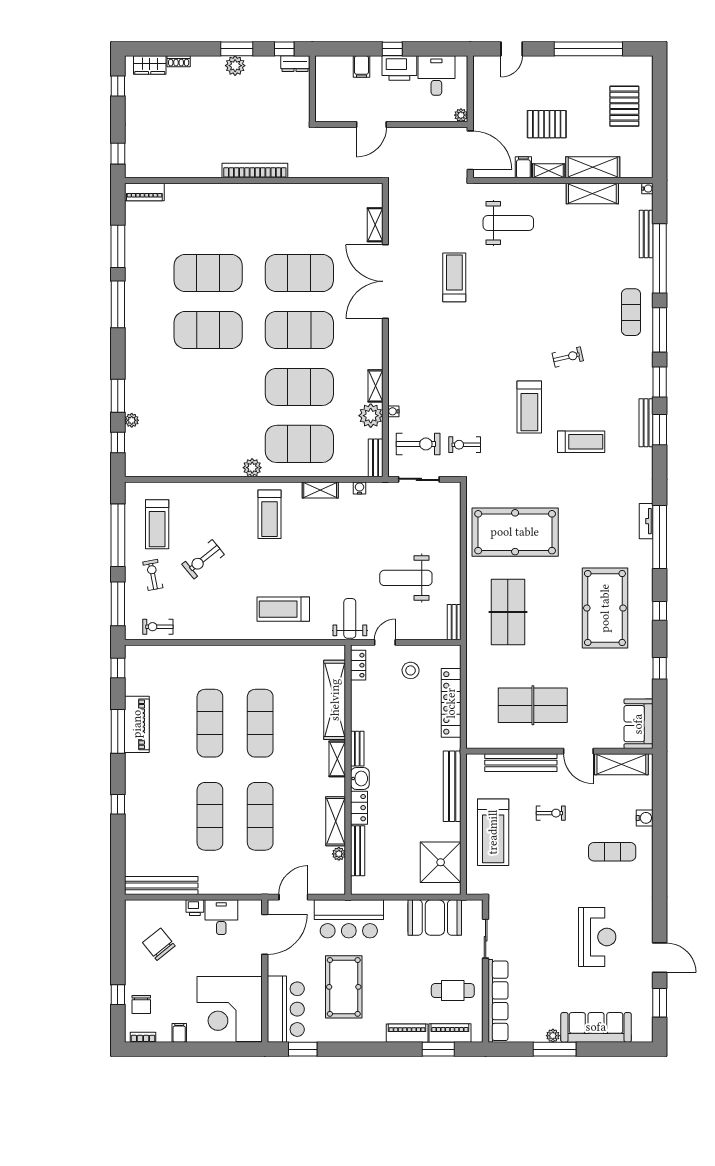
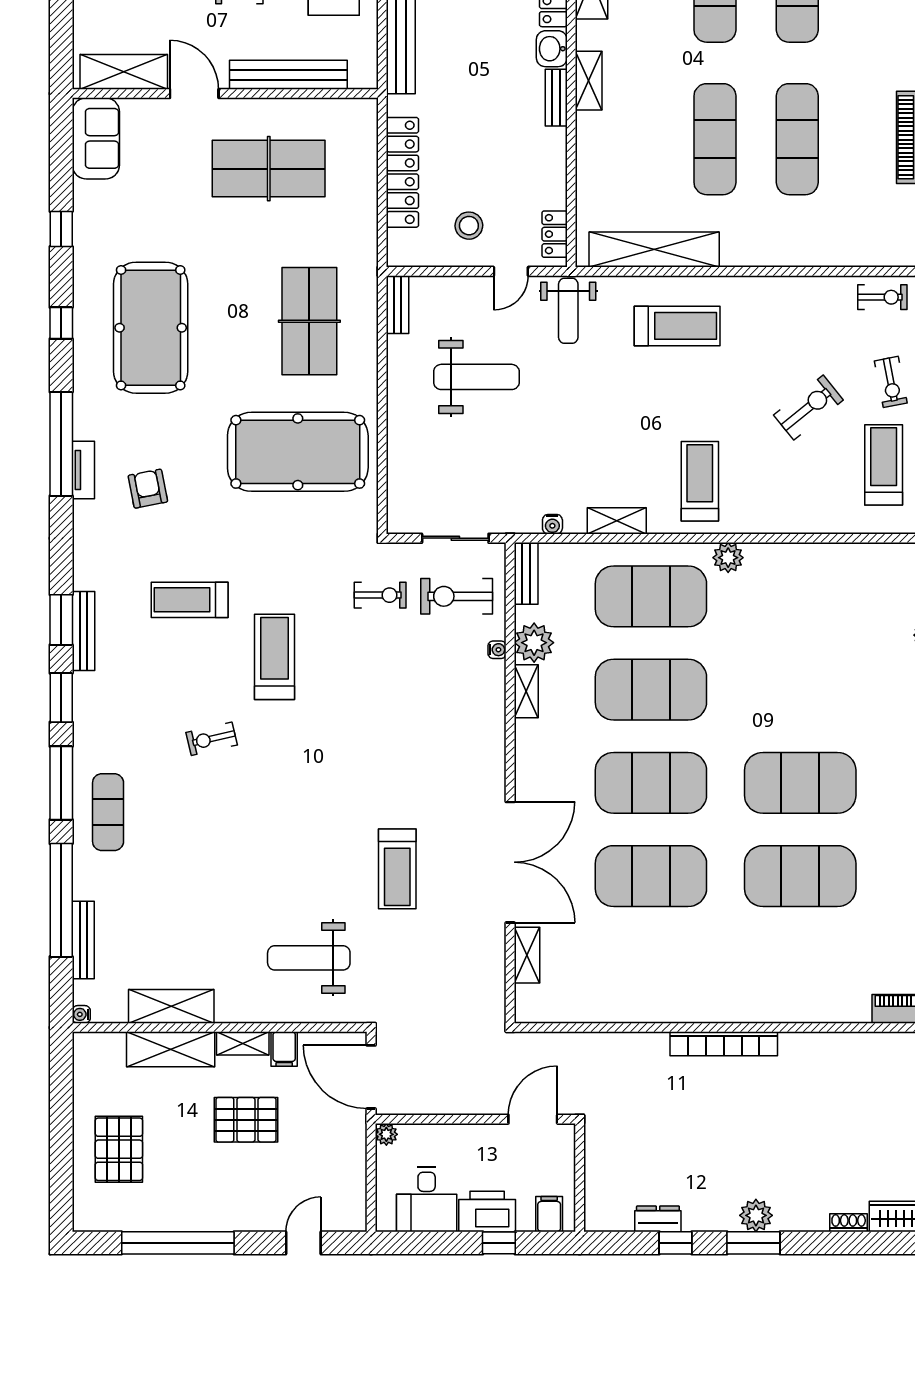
wall: (312, 89) -> (580, 1178), moved
armchair: (607, 510) -> (148, 489), added
shelving: (335, 700) -> (654, 250), moved, turned 90

